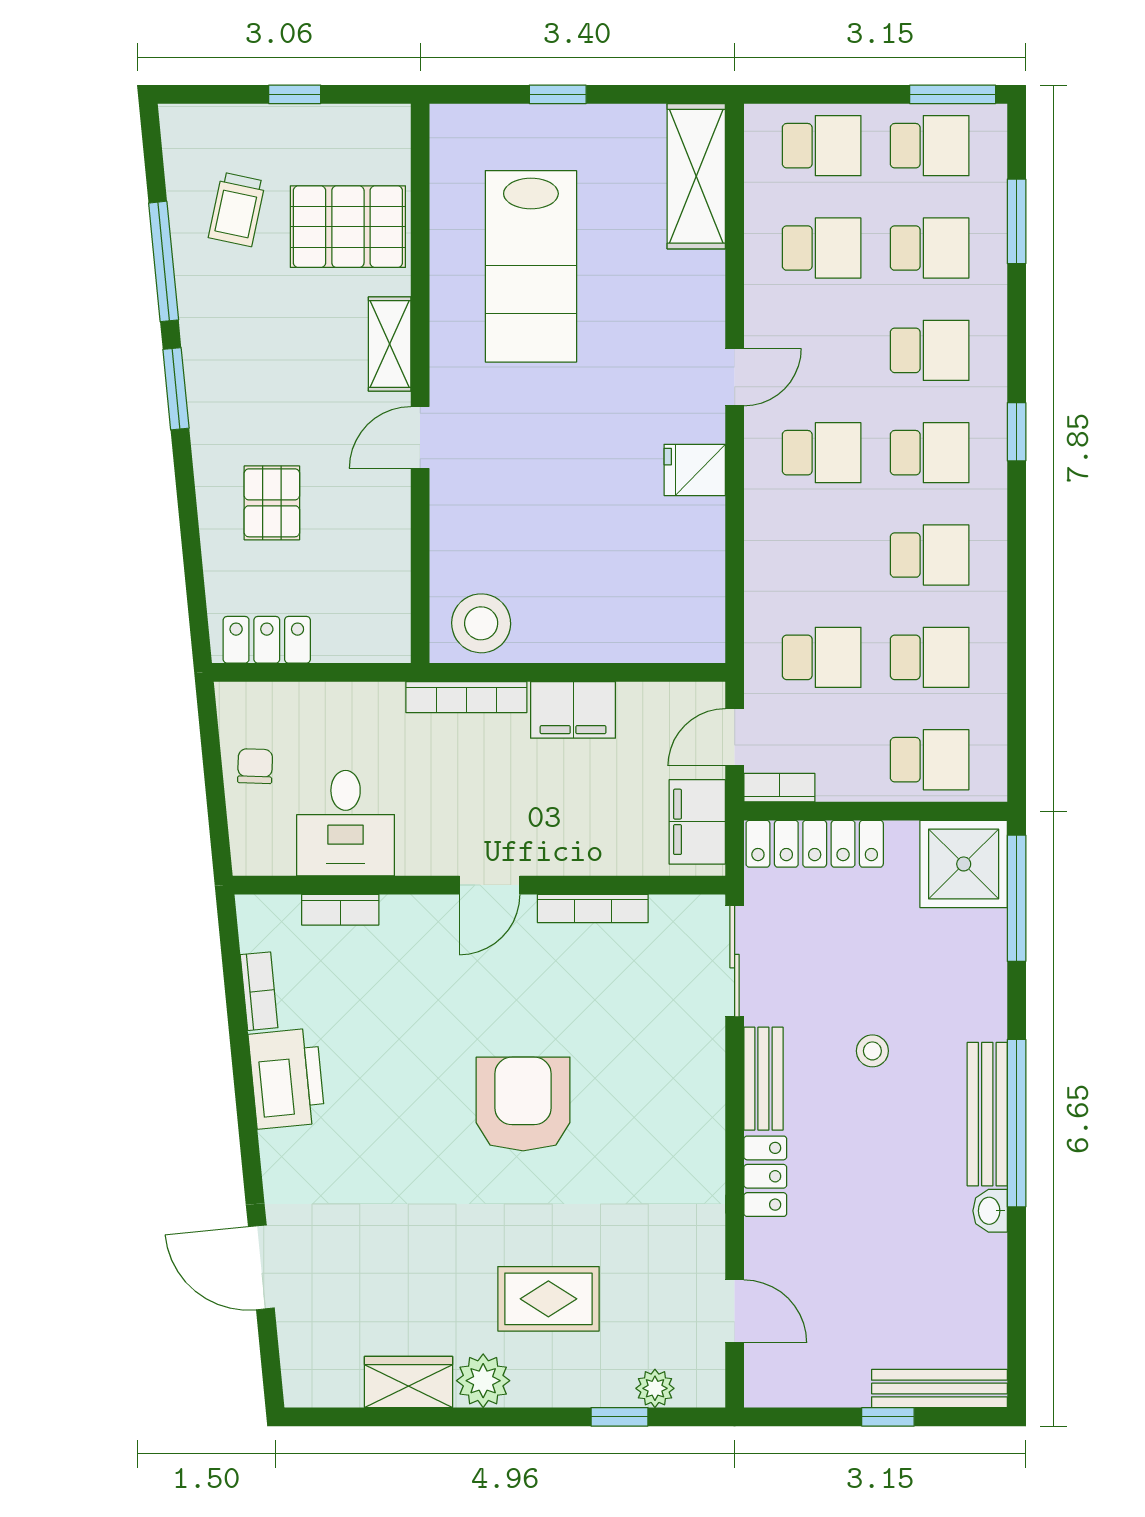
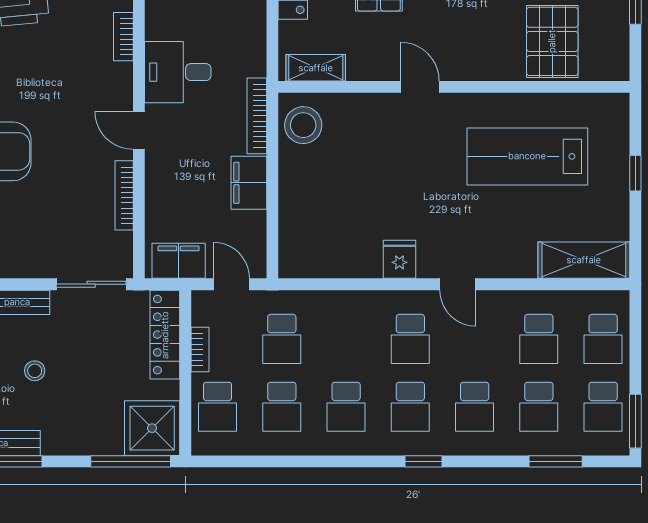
shelving: (390, 344) -> (316, 68), moved
bookcase: (779, 788) -> (200, 349), moved
desk: (346, 823) -> (178, 72), moved

